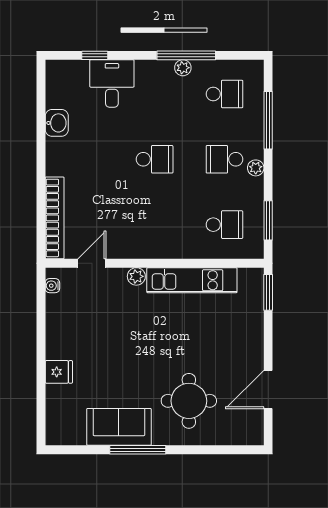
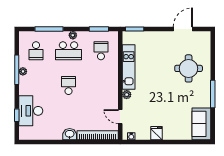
desk: (112, 83) -> (31, 111), width x1.37
school desk: (224, 94) -> (36, 51), turned 180
washbasin: (57, 123) -> (70, 134), moved
school desk: (224, 159) -> (68, 51), width x1.85
fridge: (59, 372) -> (157, 133), moved
door: (268, 390) -> (183, 29), swing flipped
sofa: (119, 427) -> (201, 124), moved

